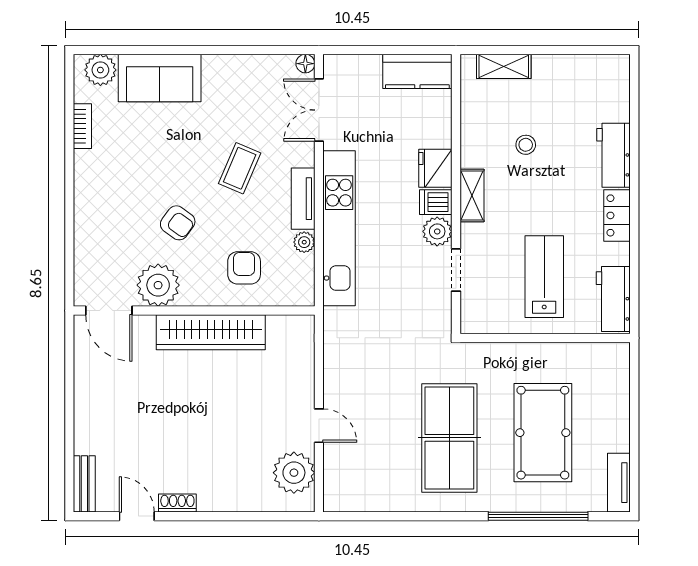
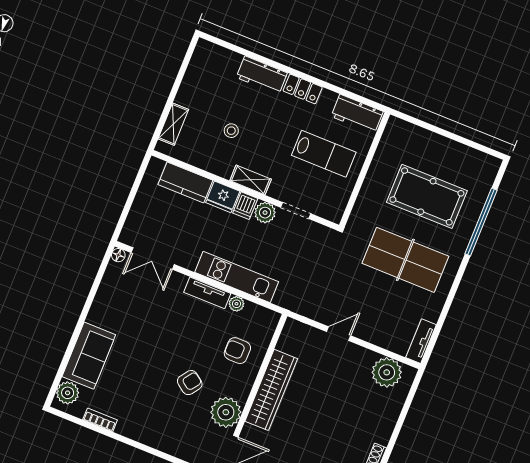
kitchen counter: (417, 71) -> (185, 182), moved, turned 90
coffee table: (240, 168) -> (170, 327), removed
kitchen unit: (339, 228) -> (237, 277), width x0.73
lab bench: (544, 277) -> (324, 154), turned 180
door: (319, 426) -> (339, 334), moved
tv unit: (619, 483) -> (421, 341), moved, turned 90

